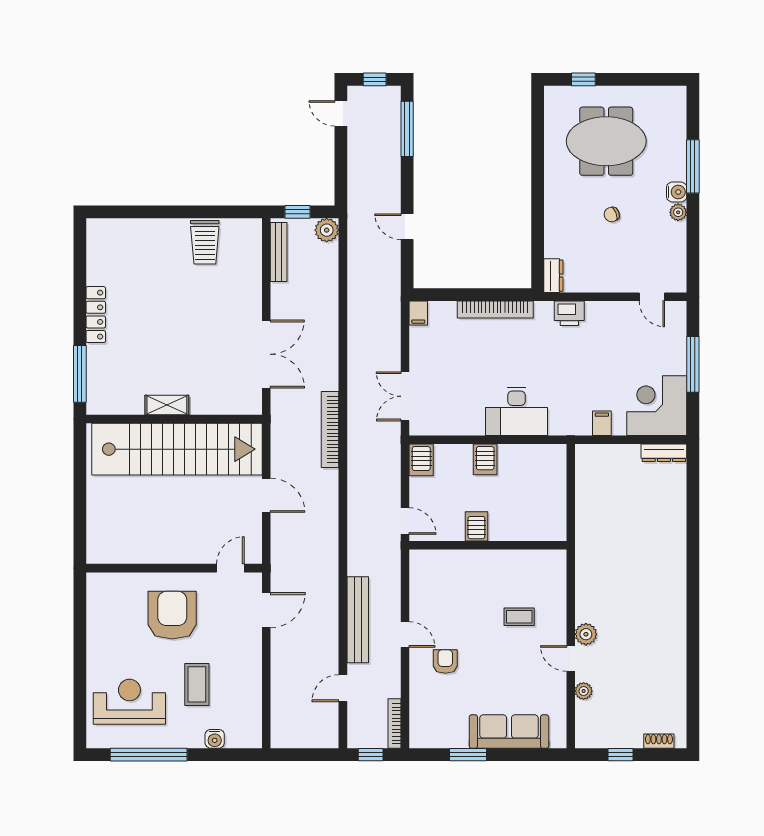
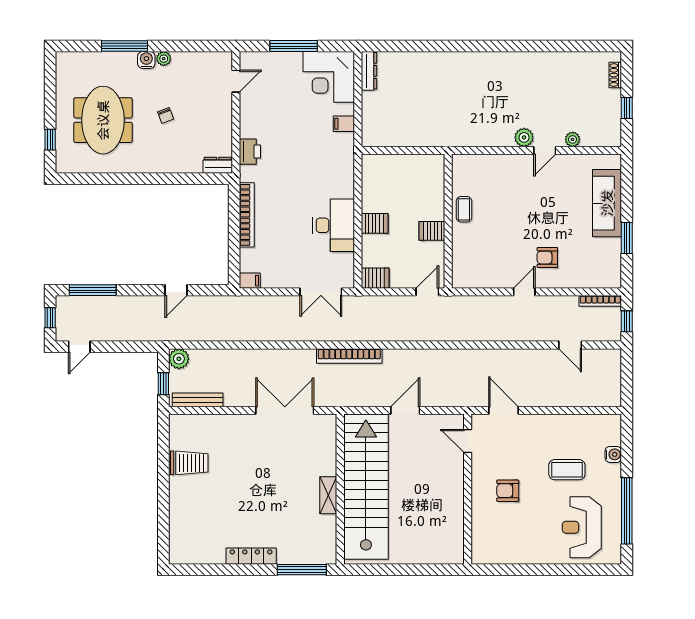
desk: (516, 411) -> (334, 225), moved
armchair: (172, 615) -> (508, 491), width x0.53, depth x0.53
coffee table: (519, 617) -> (464, 209), moved
bench: (358, 620) -> (512, 332), removed

